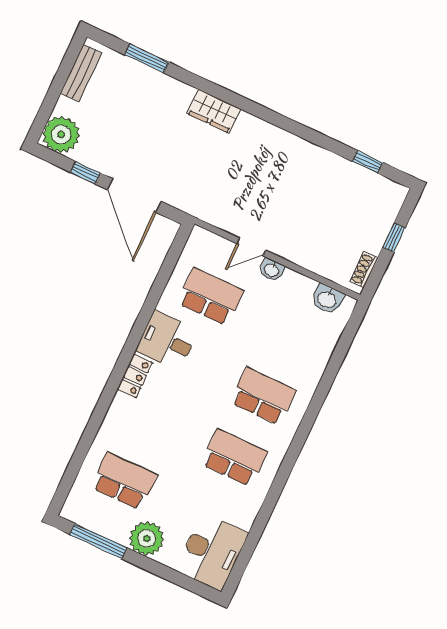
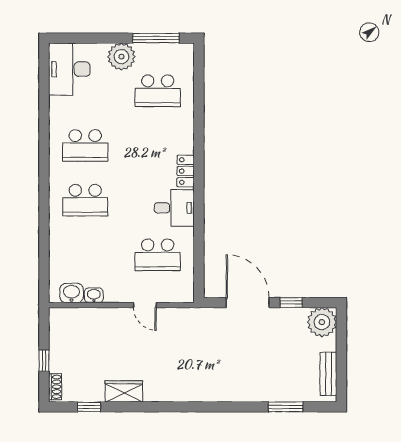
wardrobe: (214, 111) -> (124, 391), moved
door: (251, 247) -> (145, 305), swing flipped
washbasin: (272, 270) -> (94, 295), moved
shoe rack: (364, 270) -> (55, 387), moved

